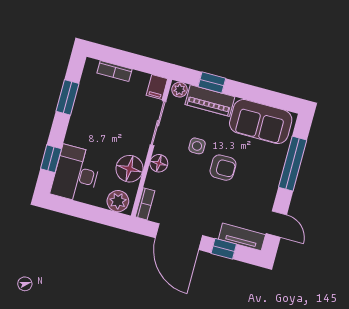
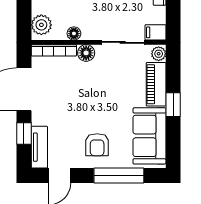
window: (212, 82) -> (173, 105), moved
side table: (197, 146) -> (111, 84), removed
armchair: (223, 168) -> (97, 145), moved
floor lamp: (129, 169) -> (74, 33), width x0.53, depth x0.53
bookcase: (145, 204) -> (54, 50), width x1.56

